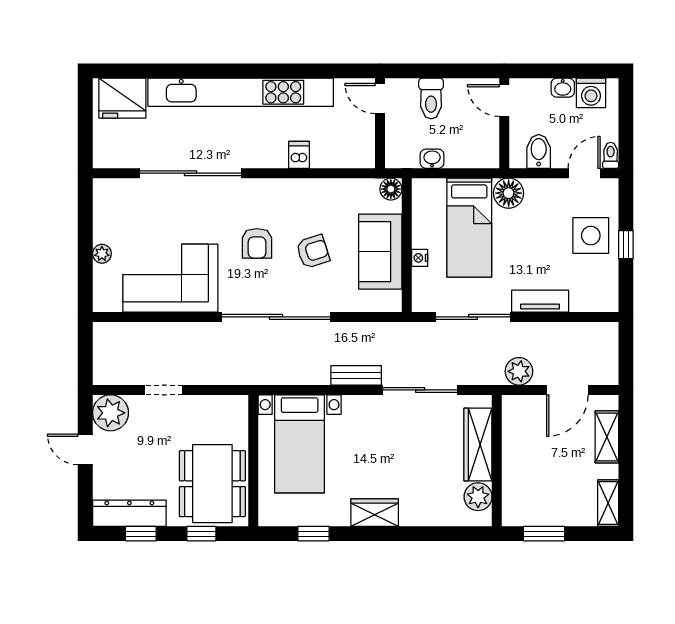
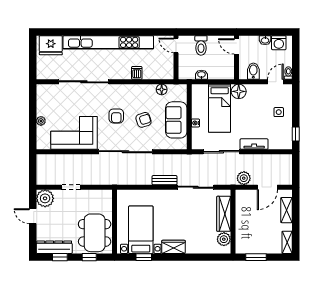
floor lamp: (391, 189) -> (162, 89), moved
side table: (591, 236) -> (279, 112), width x0.54, depth x0.54
window: (626, 245) -> (296, 134), moved
bed with nightstands: (300, 444) -> (141, 230), moved, turned 180

